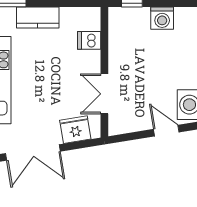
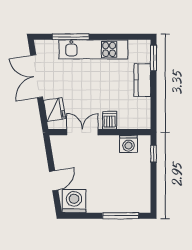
washing machine: (162, 18) -> (129, 144), moved, turned -90
dishwasher: (89, 40) -> (110, 120), moved

